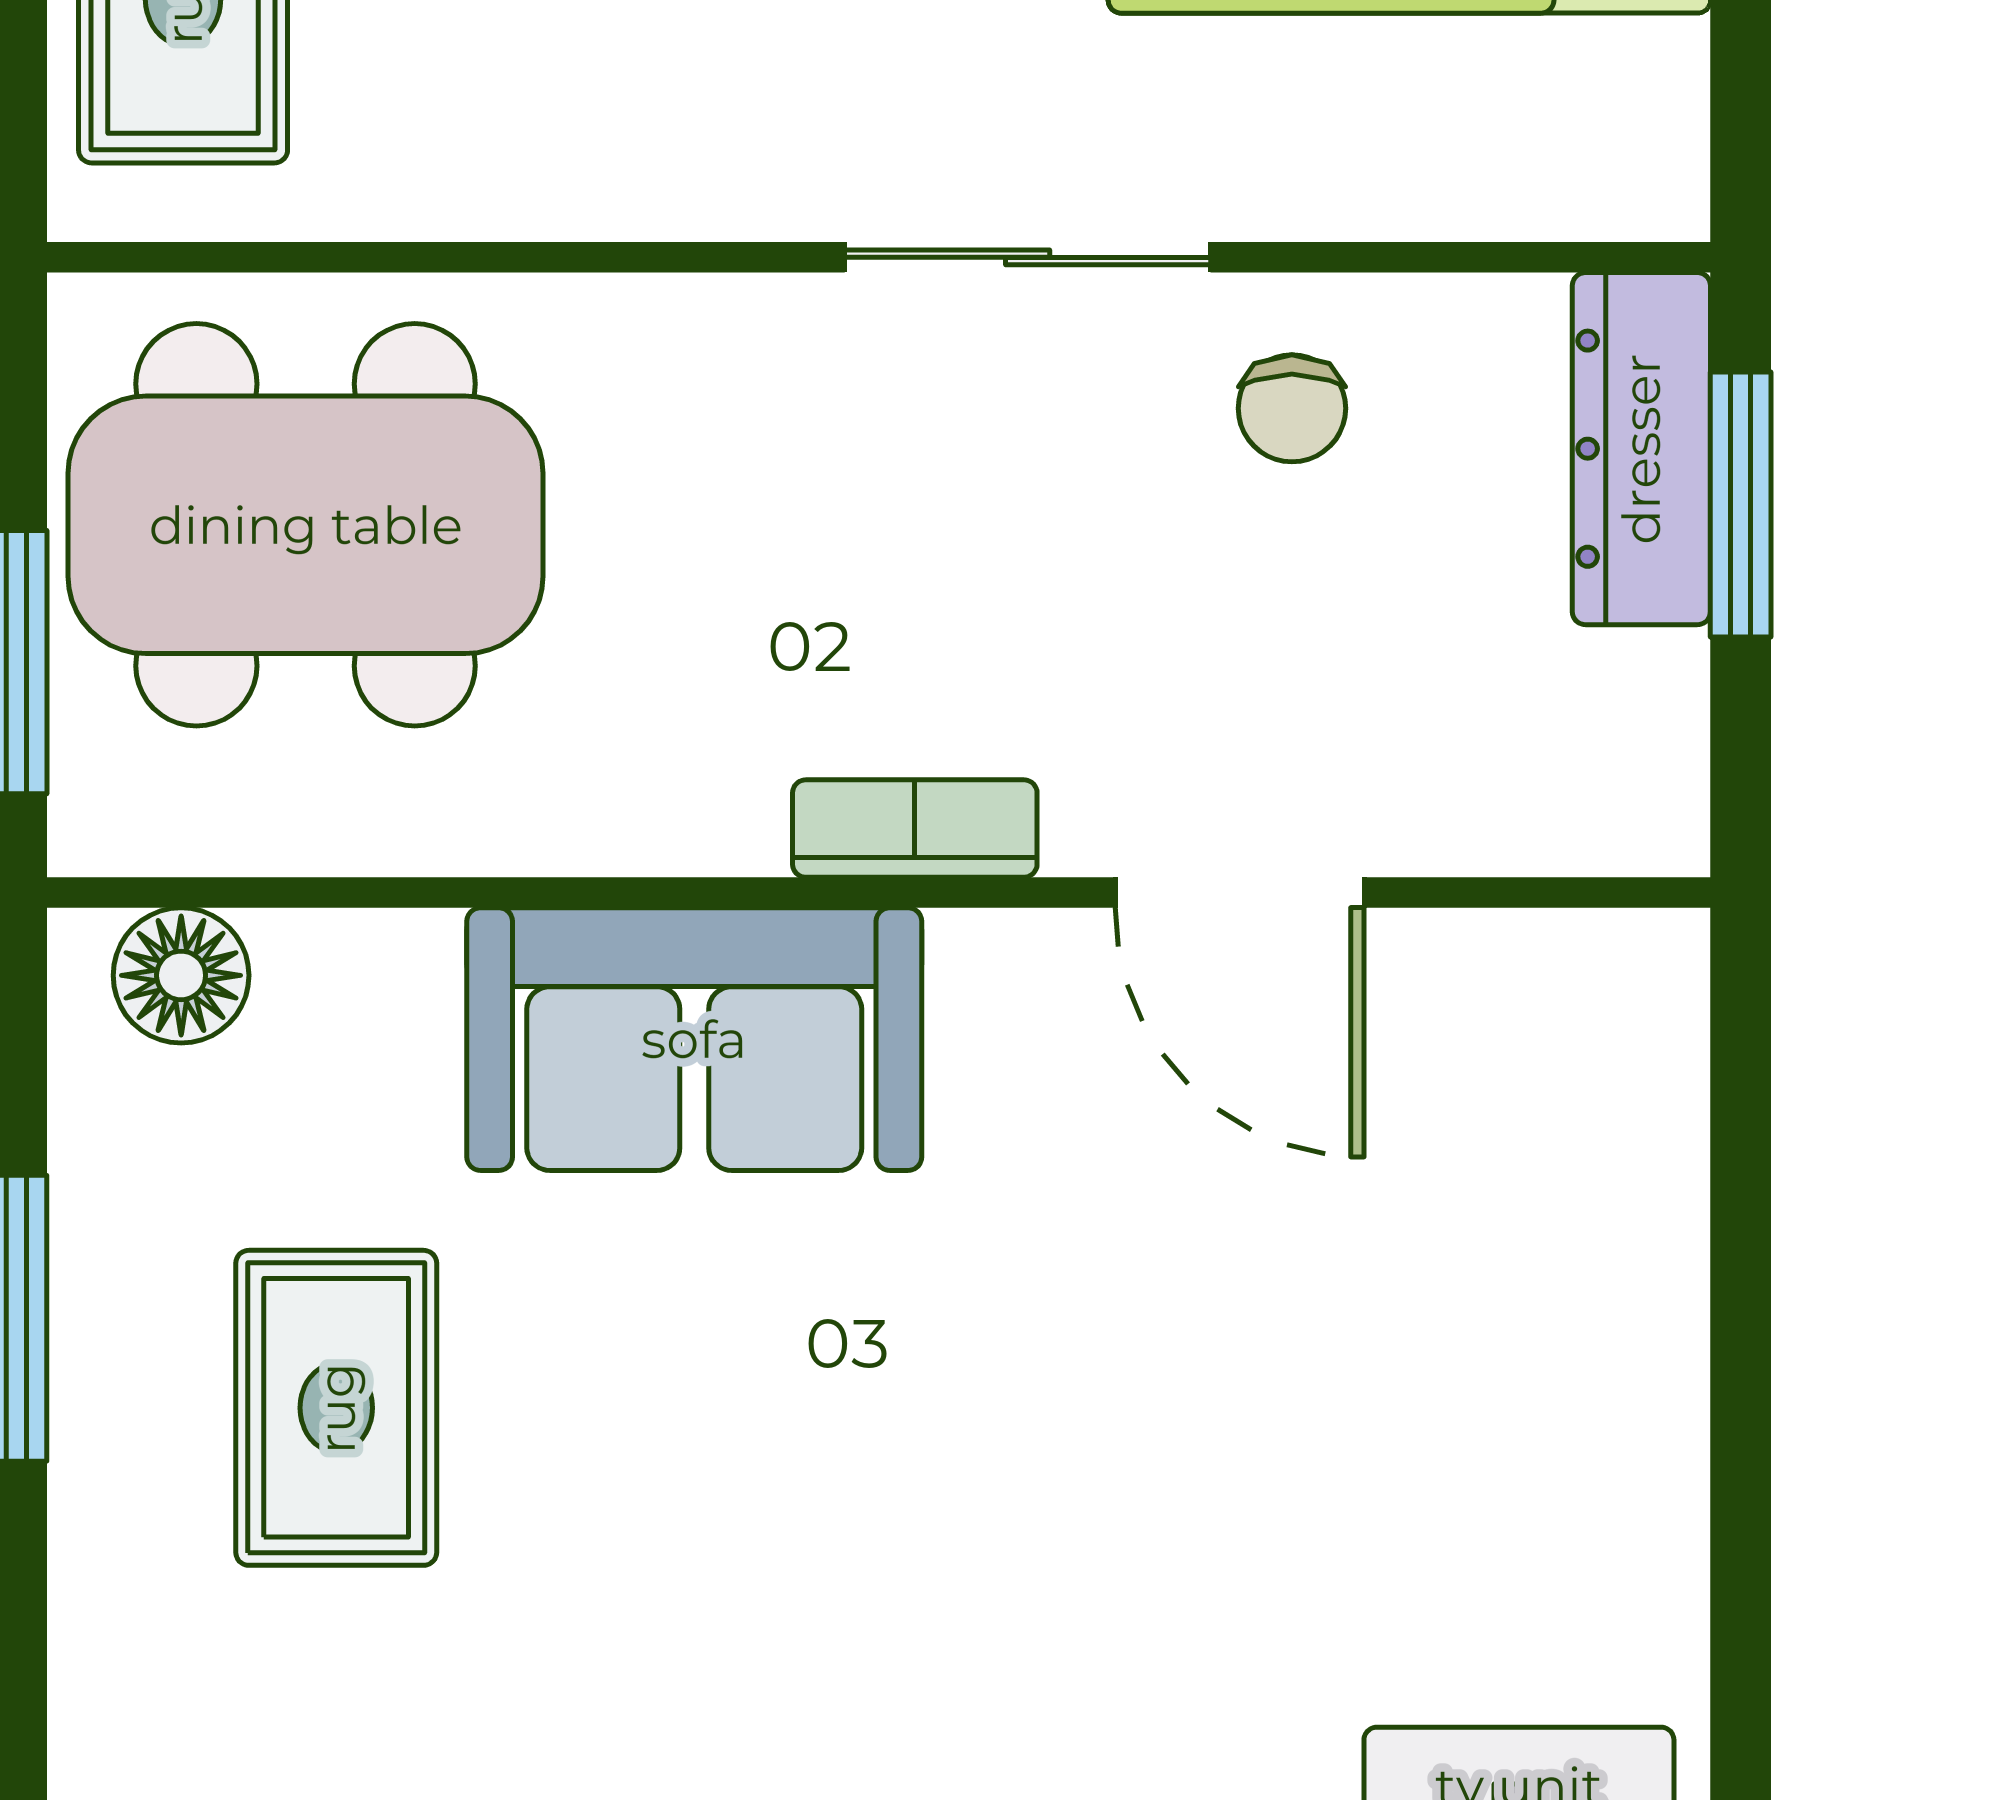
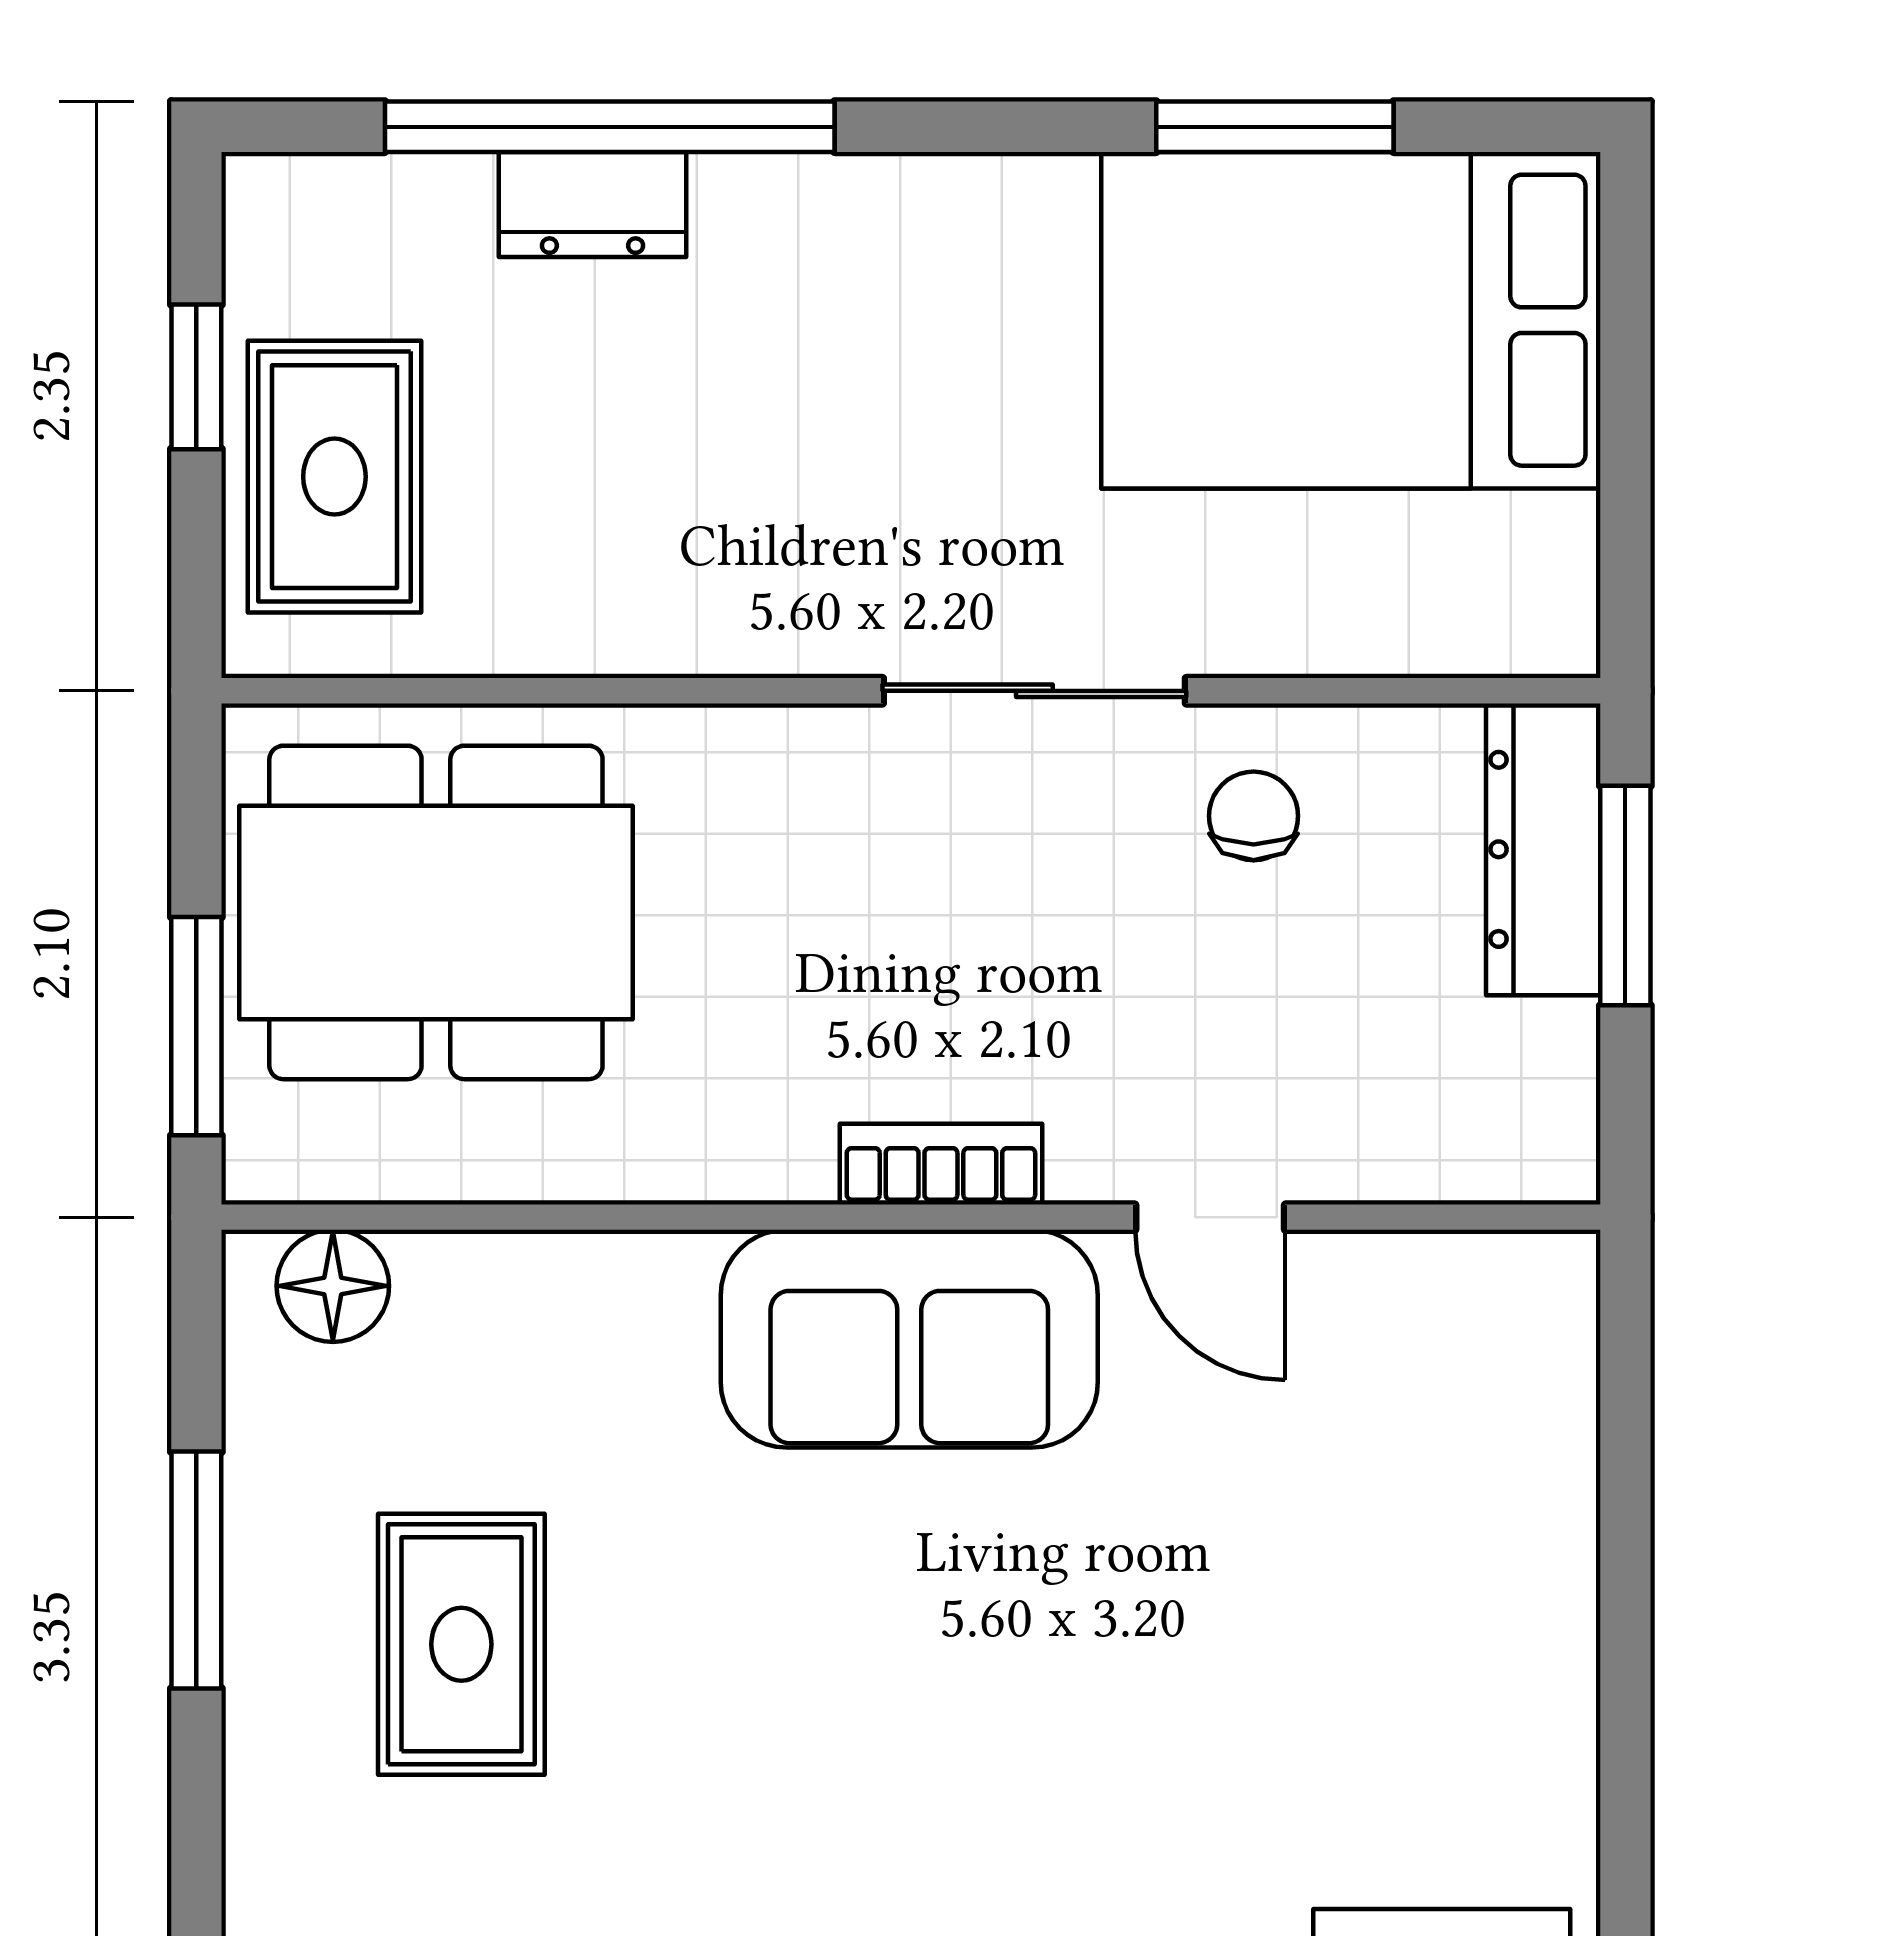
chair: (1292, 408) -> (1254, 816), turned 180
door: (1240, 893) -> (1210, 1217), width x0.73
sofa: (694, 1039) -> (909, 1339), moved

